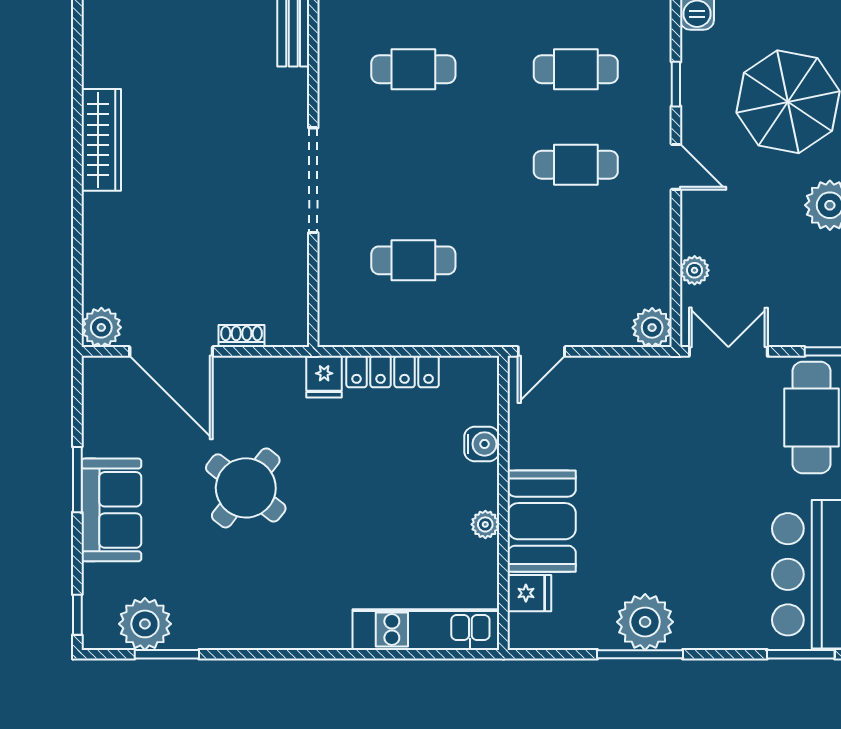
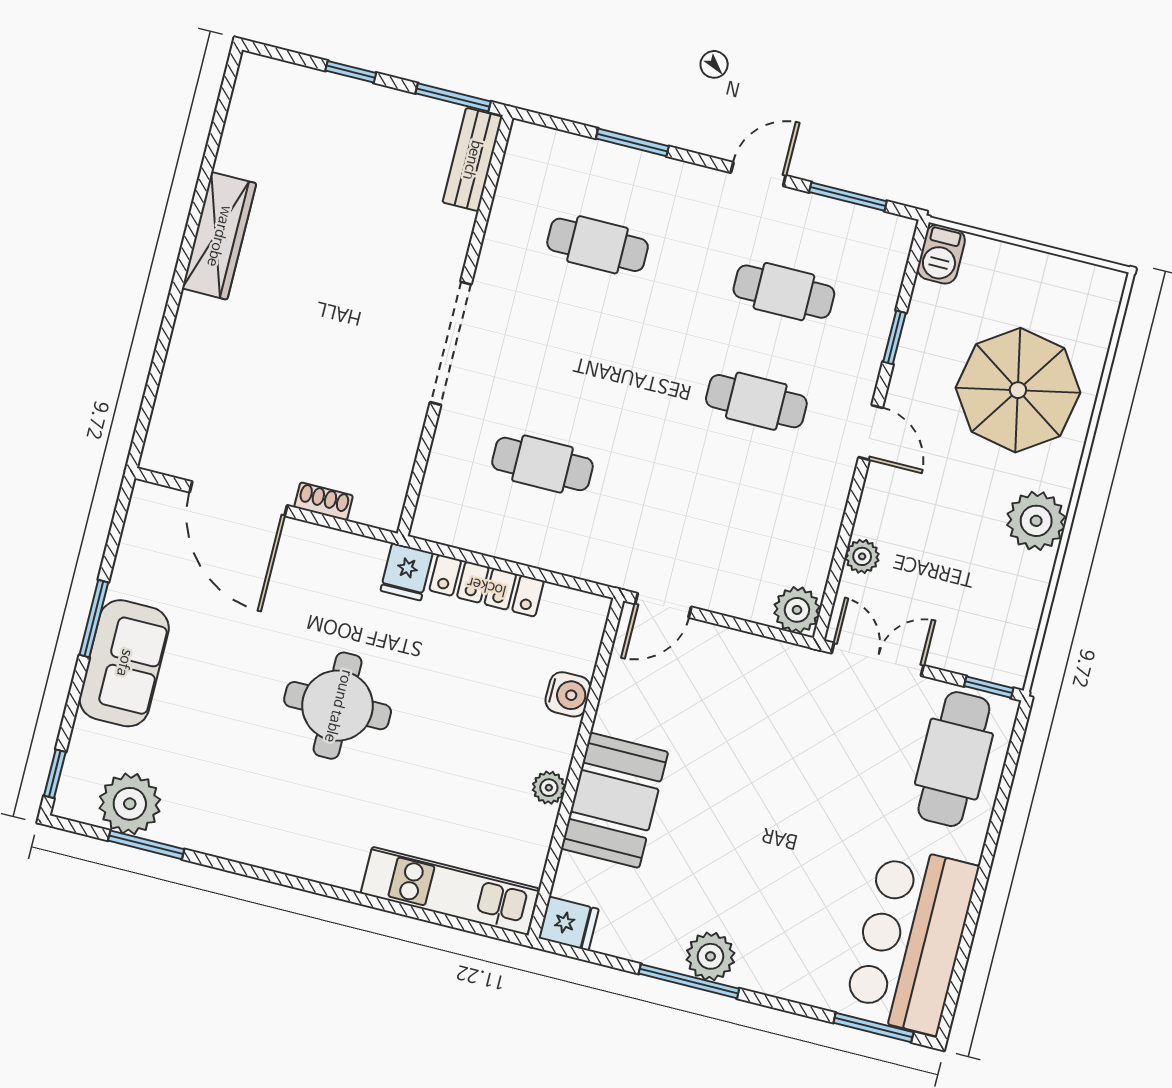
plant: (101, 327) -> (165, 451), removed
round table: (246, 488) -> (338, 706), moved, turned -38
fridge: (529, 593) -> (569, 924), moved
plant: (645, 622) -> (710, 956), width x0.73, depth x0.73

